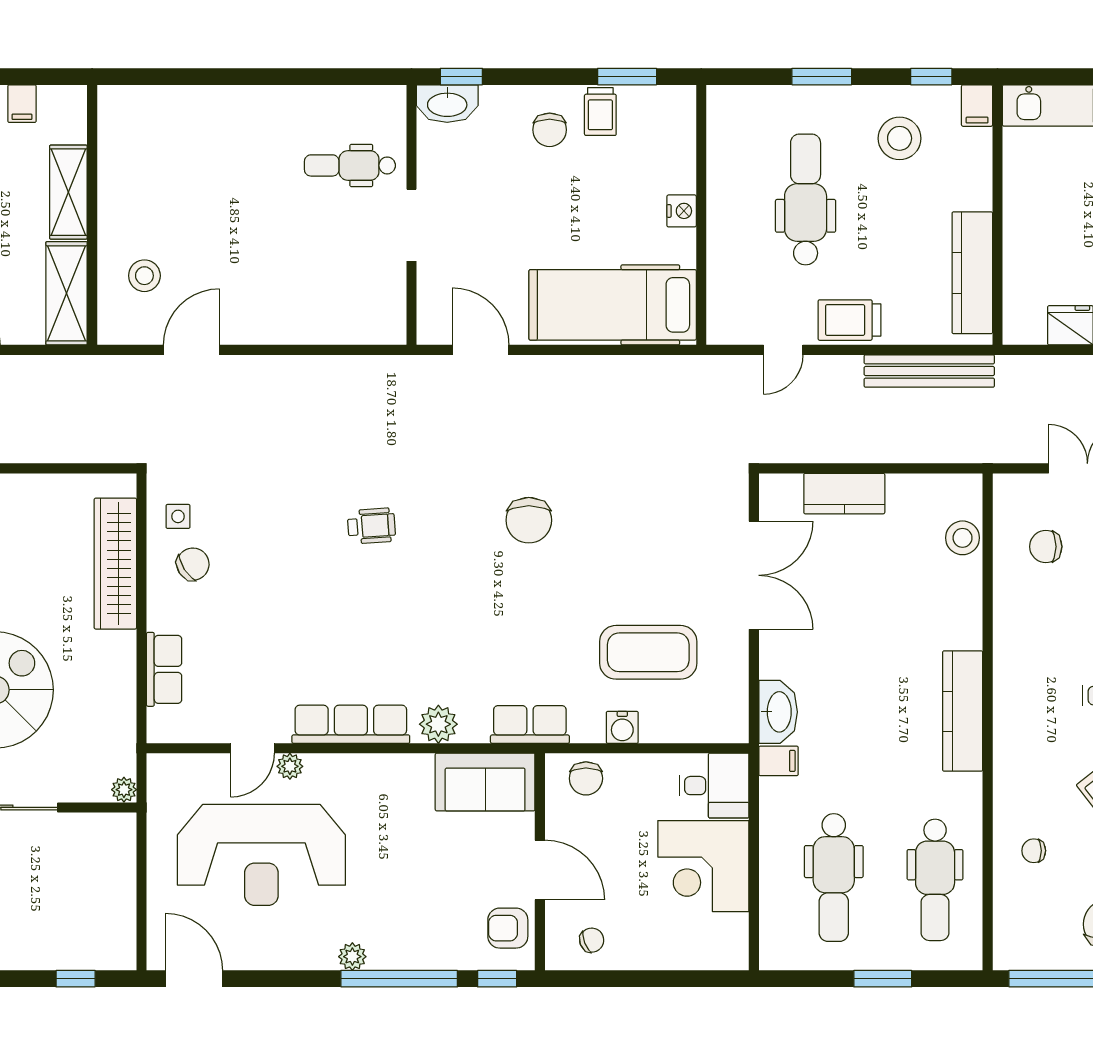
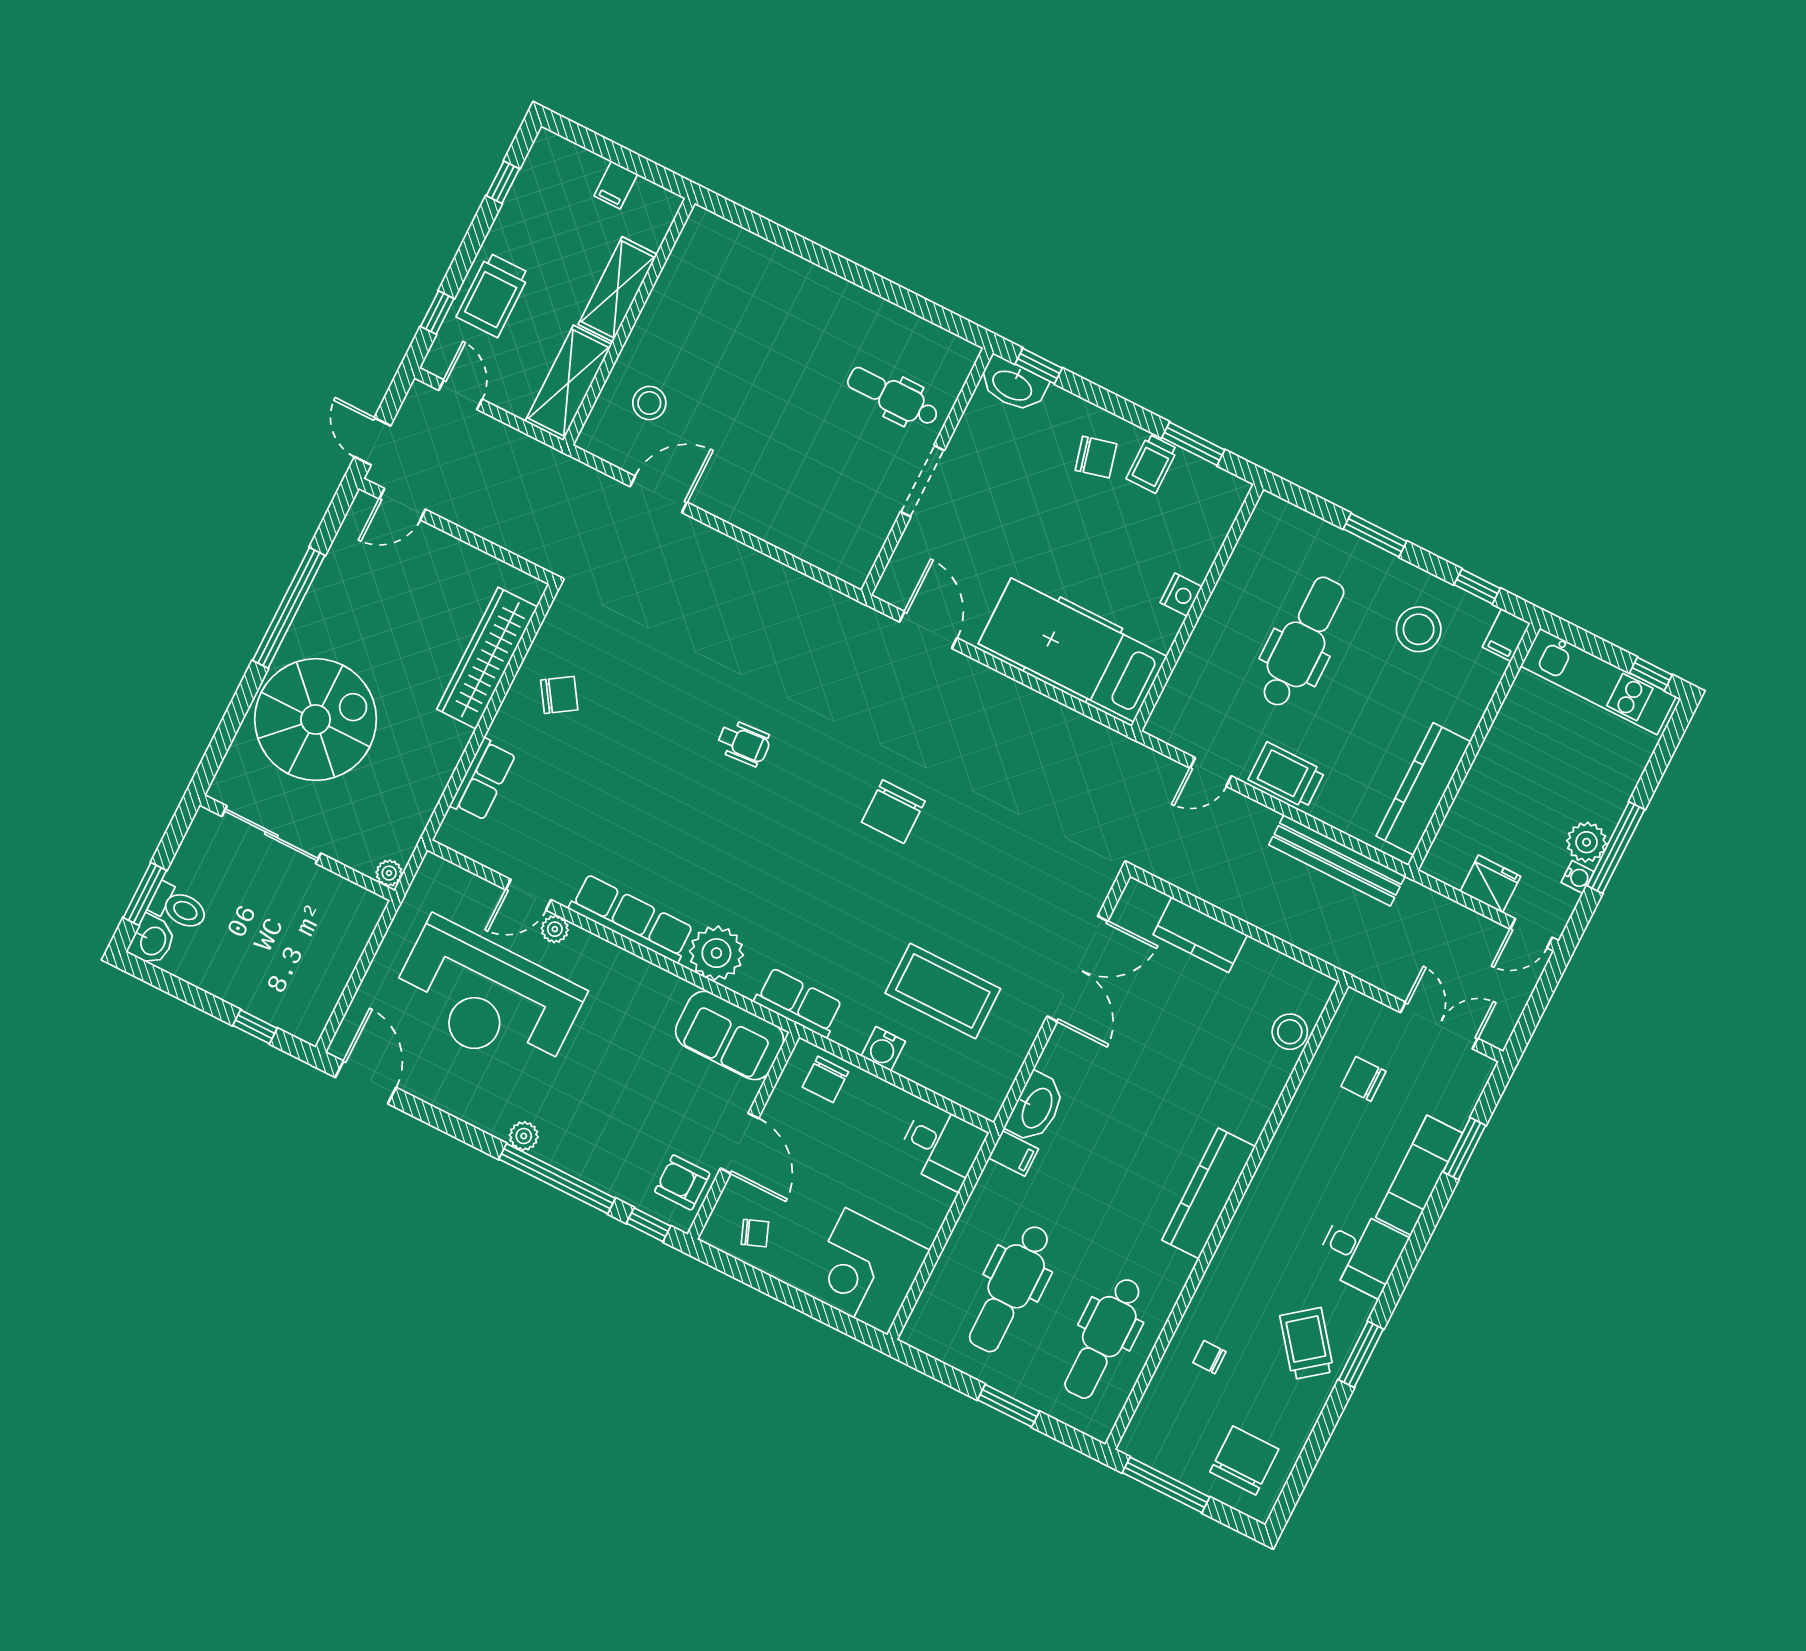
chair: (550, 130) -> (1096, 457), turned -104
side table: (178, 516) -> (568, 643), removed
plant: (438, 724) -> (716, 953), width x1.36, depth x1.36
corner desk: (703, 866) -> (866, 1271), moved

